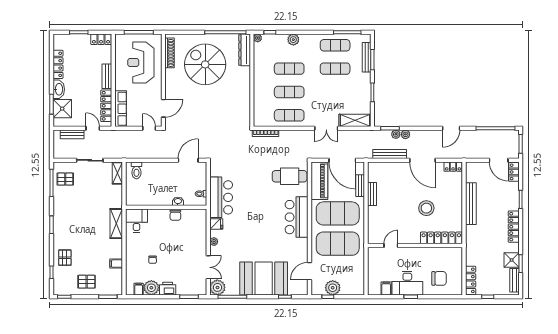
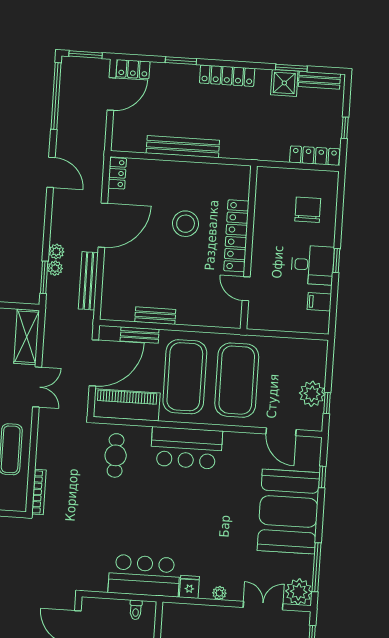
cafe table: (290, 176) -> (116, 455), width x0.73, depth x0.74
locker: (441, 238) -> (236, 236), moved
desk: (407, 283) -> (312, 265), width x0.73

